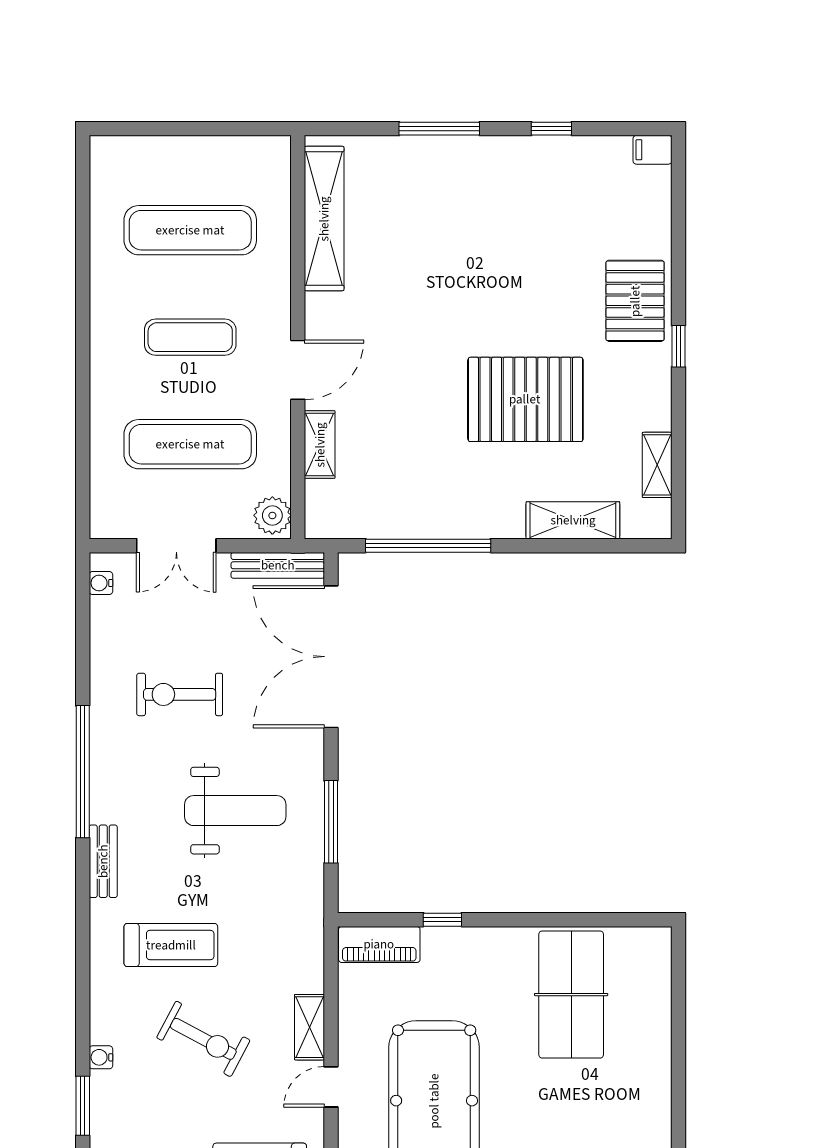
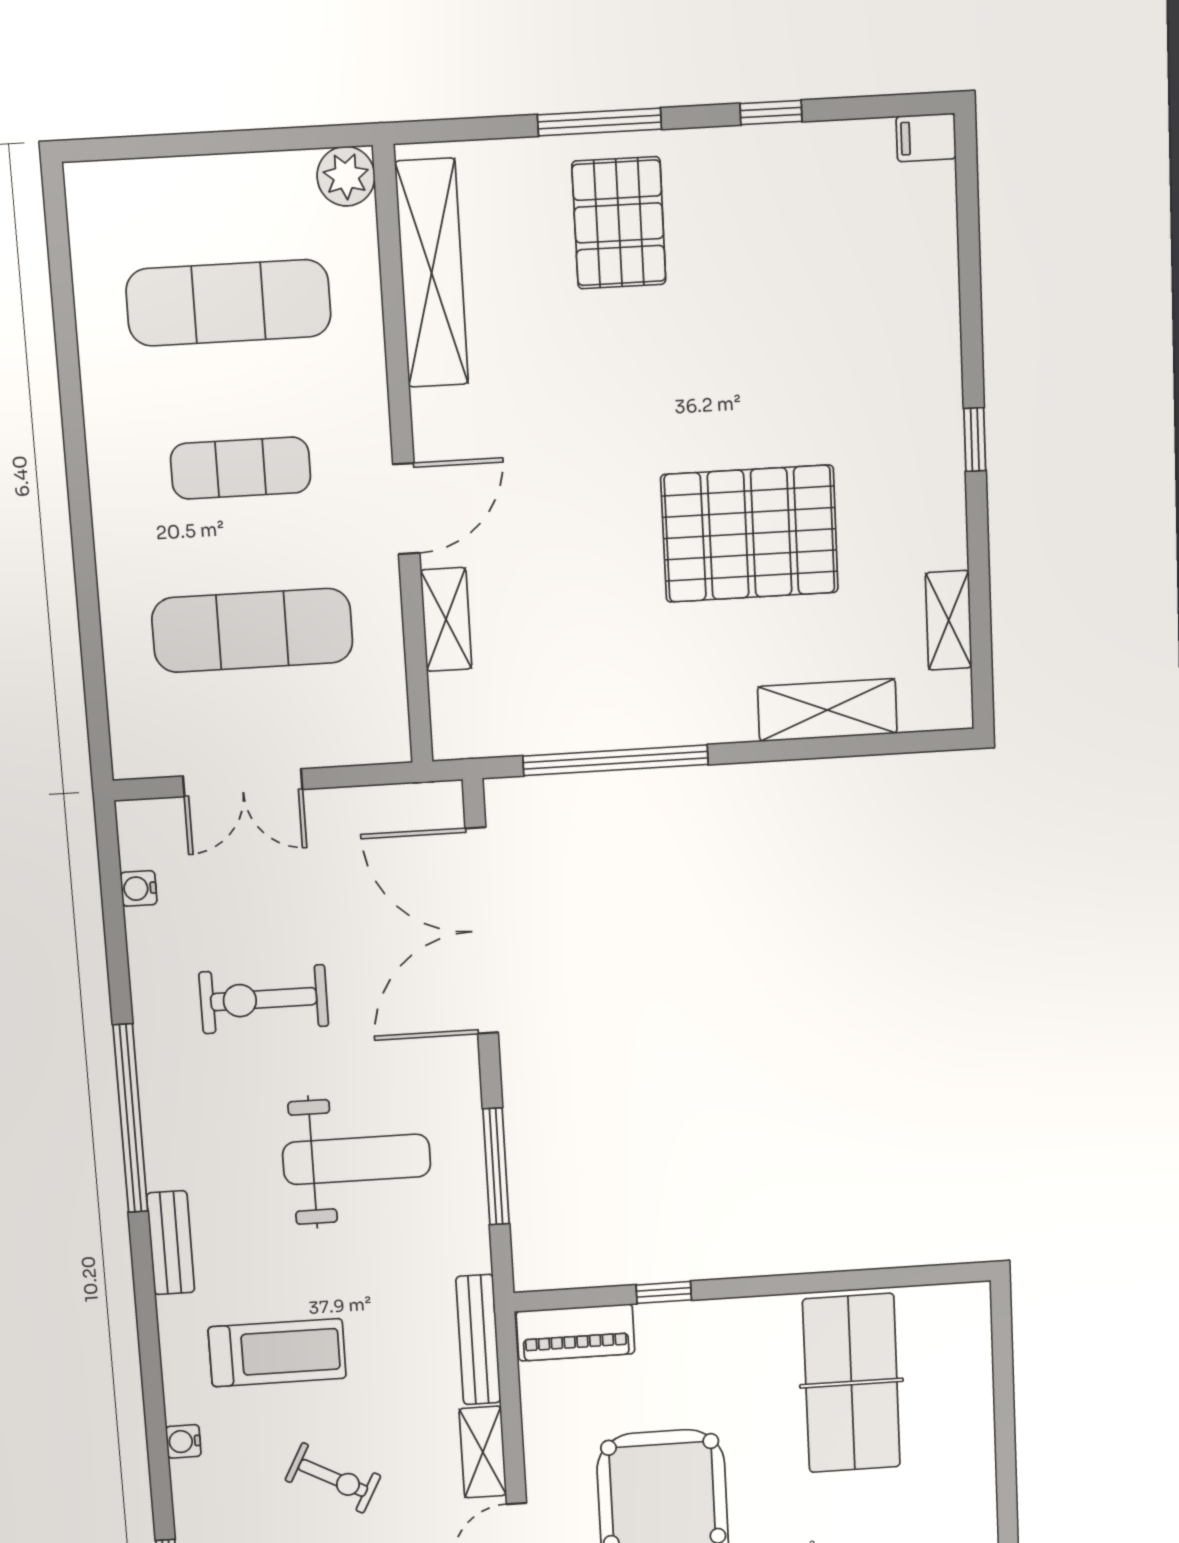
pallet: (635, 301) -> (619, 223), moved
plant: (272, 515) -> (346, 176), moved
bench: (278, 565) -> (478, 1340), moved, turned 90
water cooler: (101, 583) -> (139, 888), moved
exercise bike: (203, 1039) -> (333, 1478), width x0.73, depth x0.72
water cooler: (101, 1057) -> (183, 1441), moved

